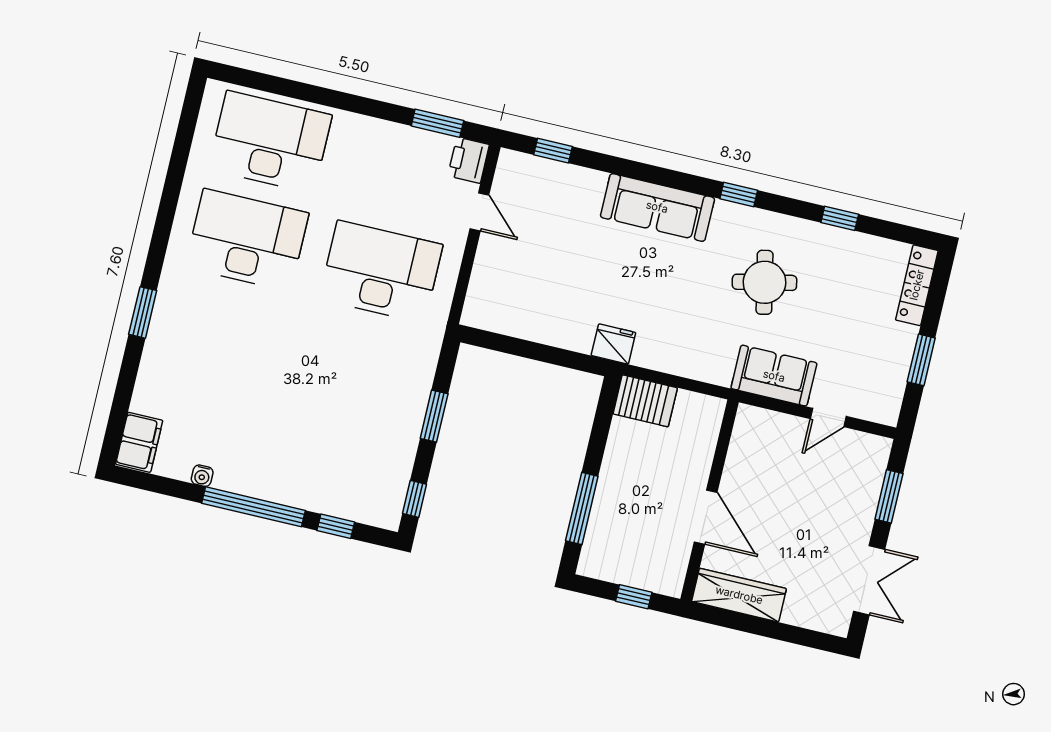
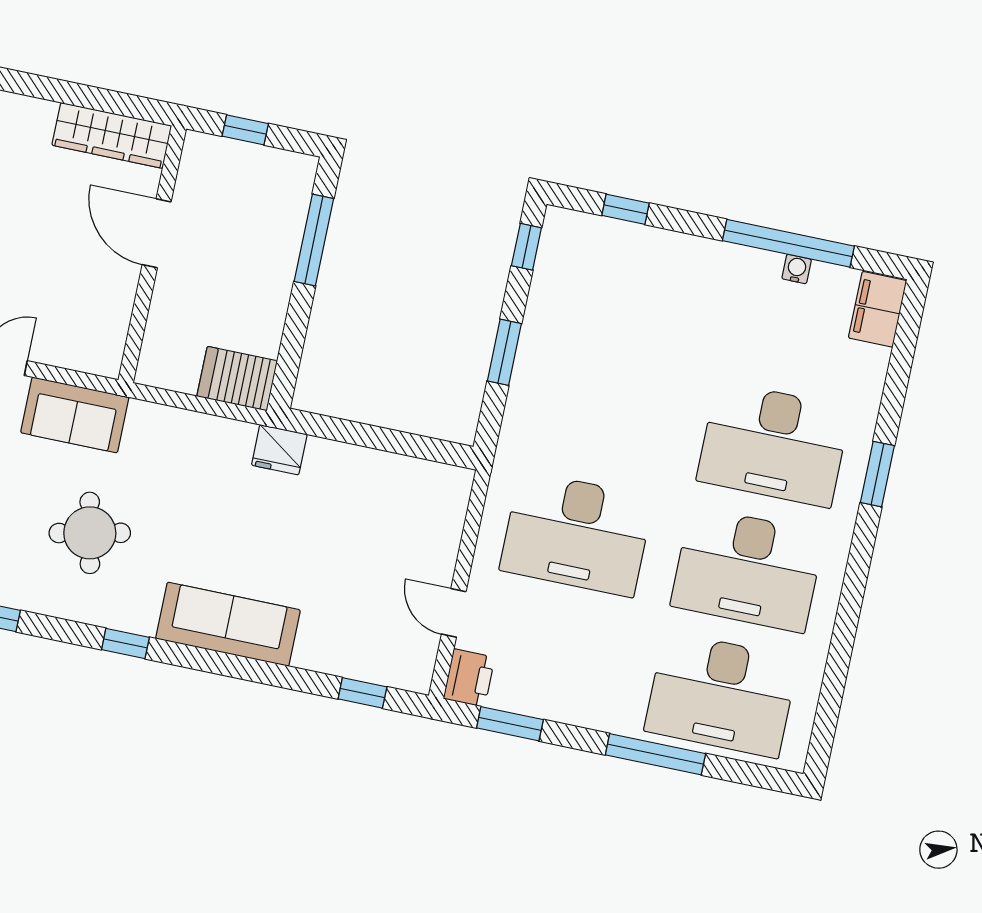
window: (323, 96) -> (655, 754), added
desk: (224, 338) -> (774, 444), added
window: (254, 507) -> (788, 243), moved

